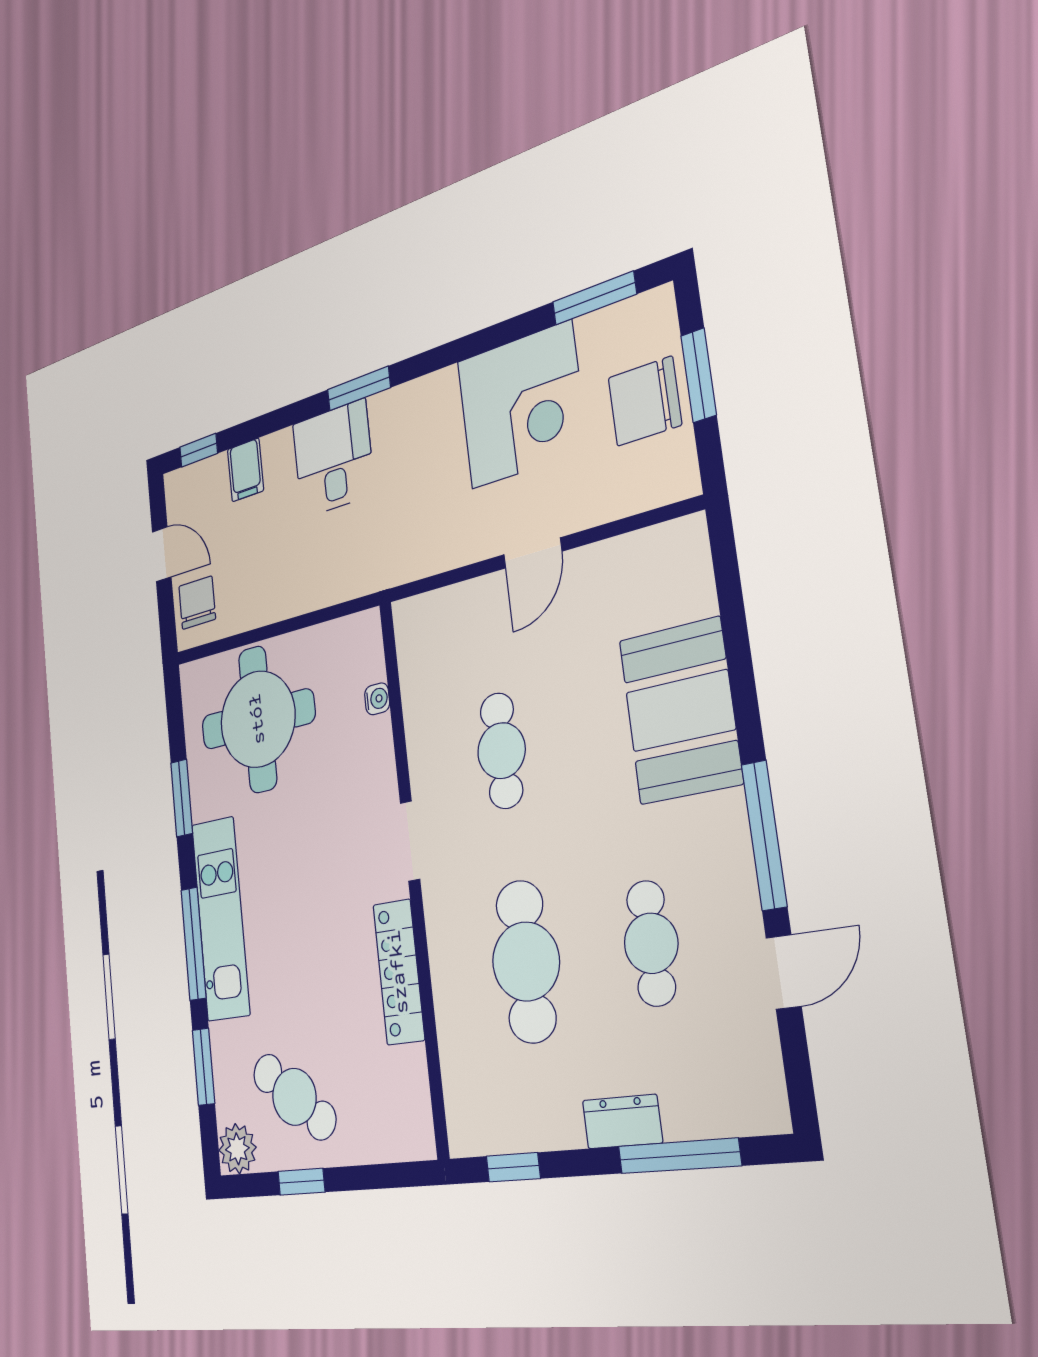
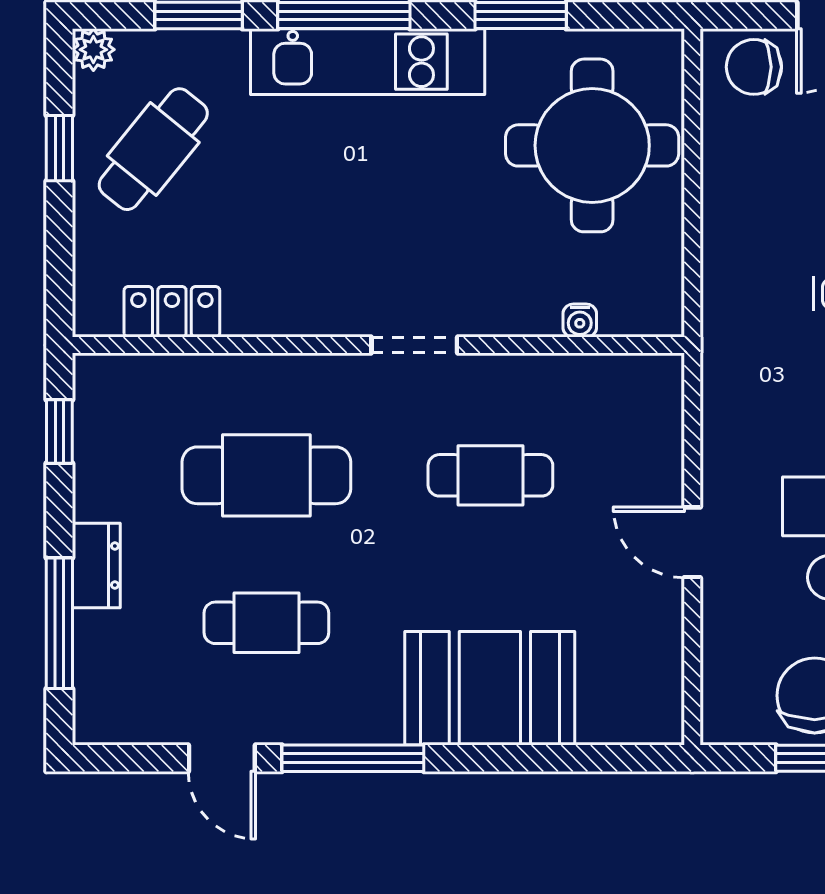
chair: (197, 603) -> (754, 67), turned 180
locker: (399, 972) -> (172, 312), moved, width x0.66
plant: (237, 1149) -> (93, 50), width x0.73, depth x0.73

